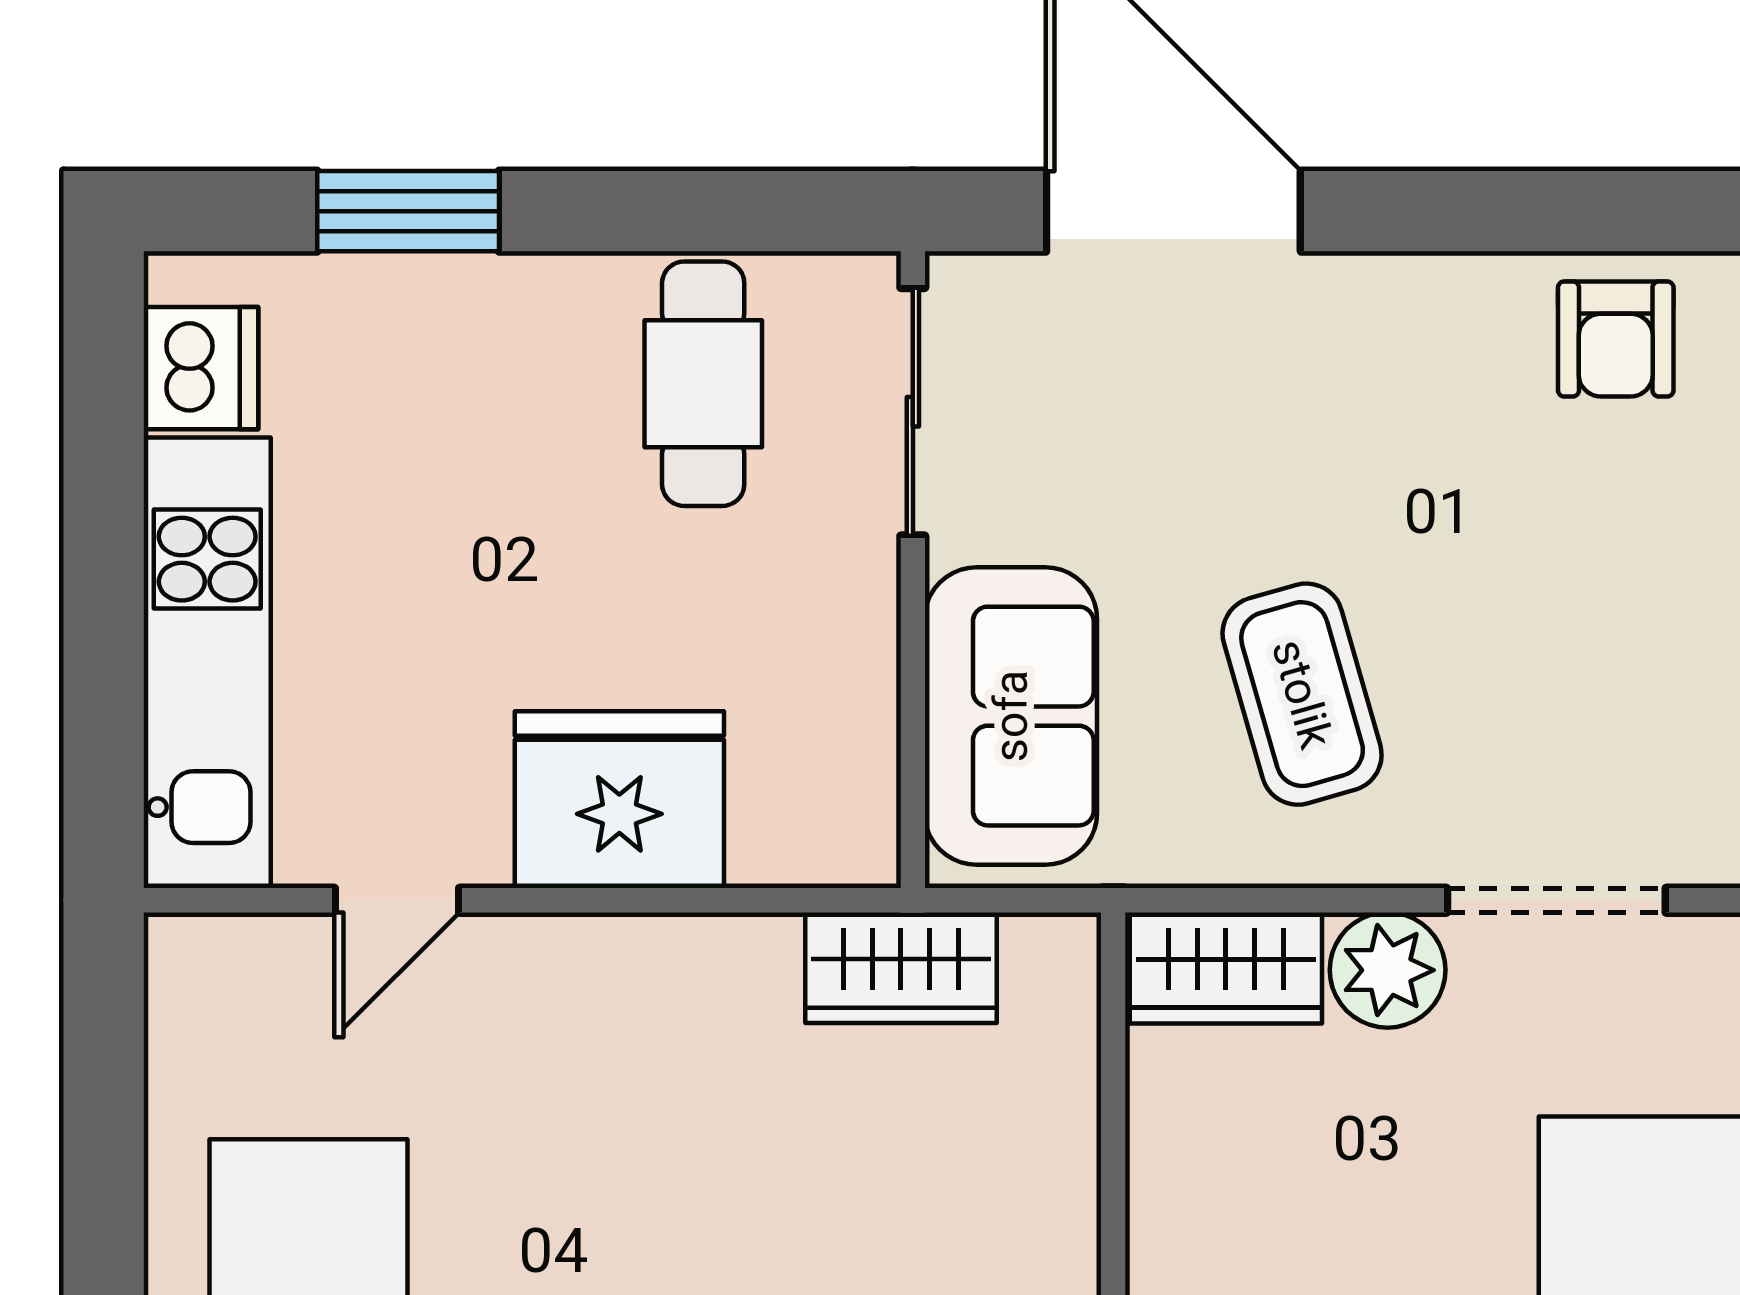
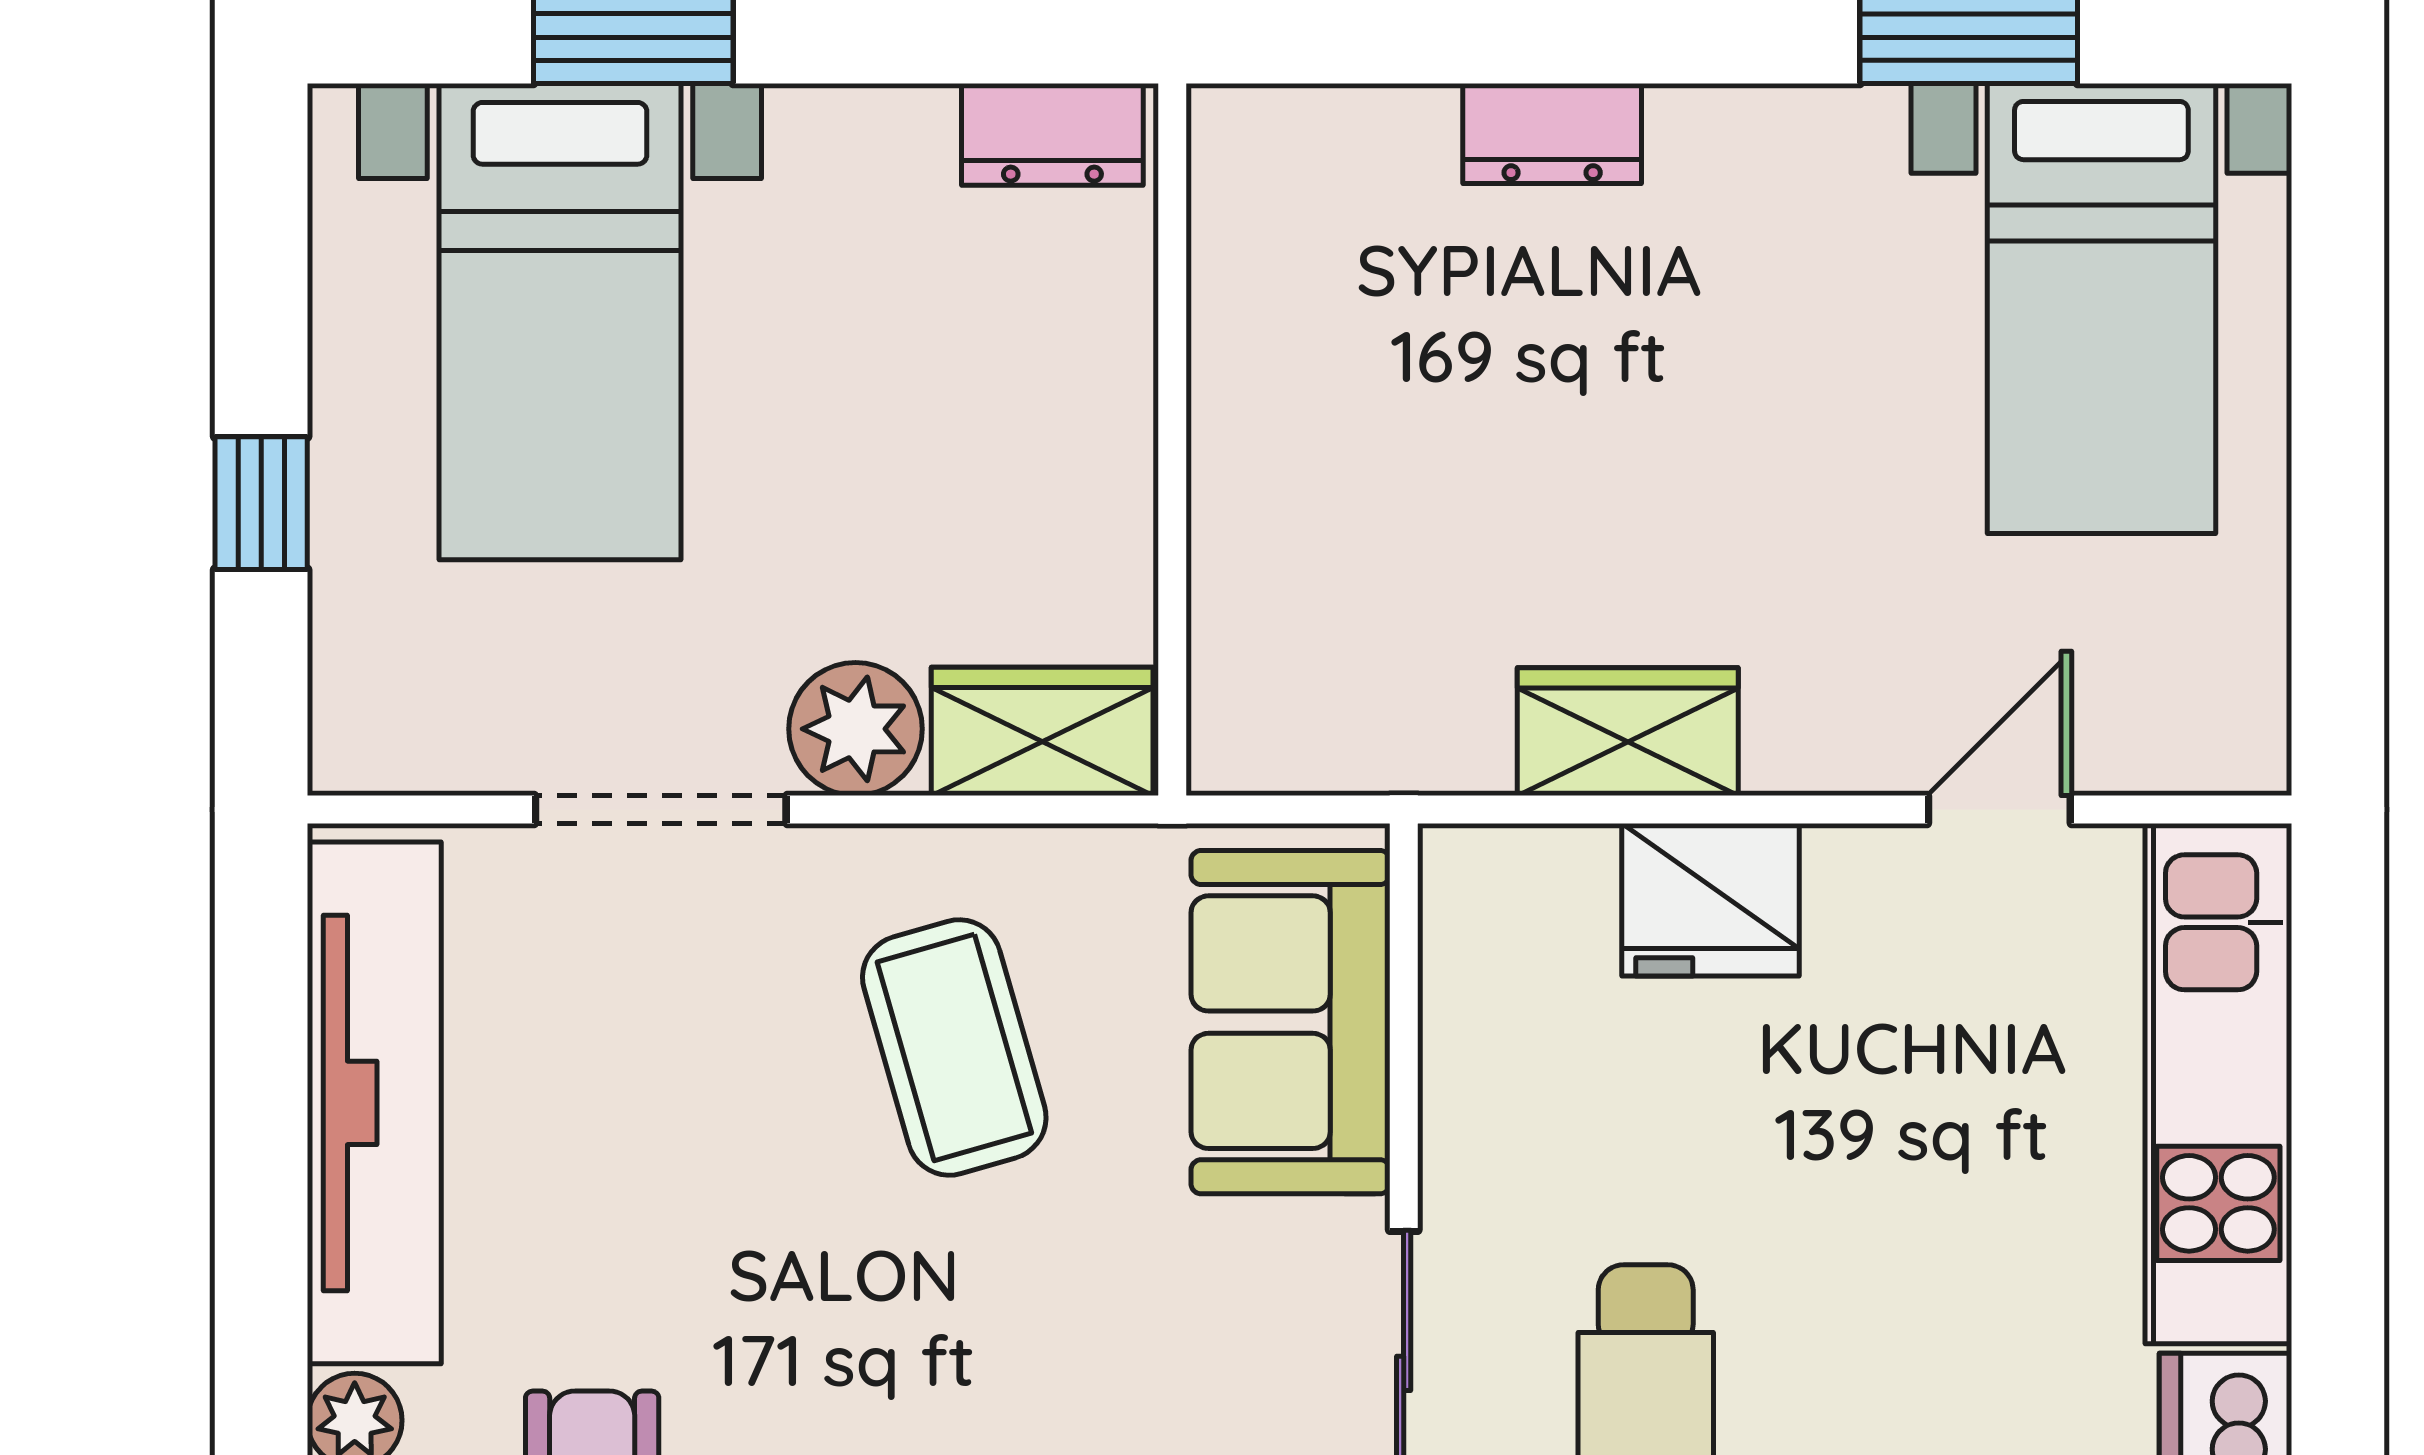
fridge: (619, 800) -> (1710, 900), width x0.73, depth x0.75
wardrobe: (901, 968) -> (1628, 732), moved

